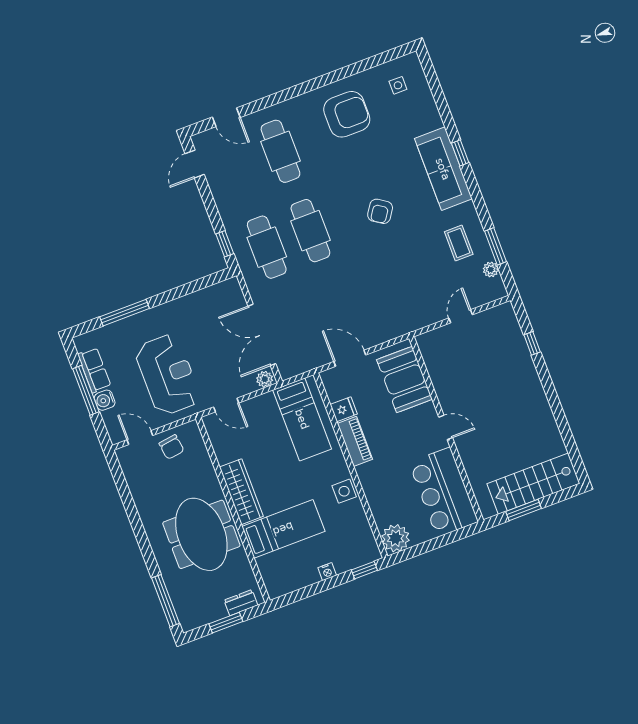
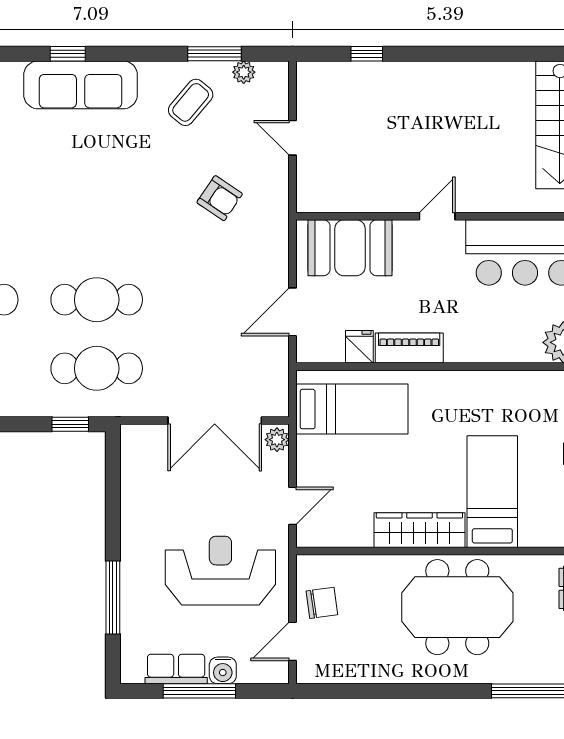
armchair: (380, 211) -> (220, 198), moved
coffee table: (459, 243) -> (191, 102), turned -50
side table: (344, 491) -> (472, 389), removed

